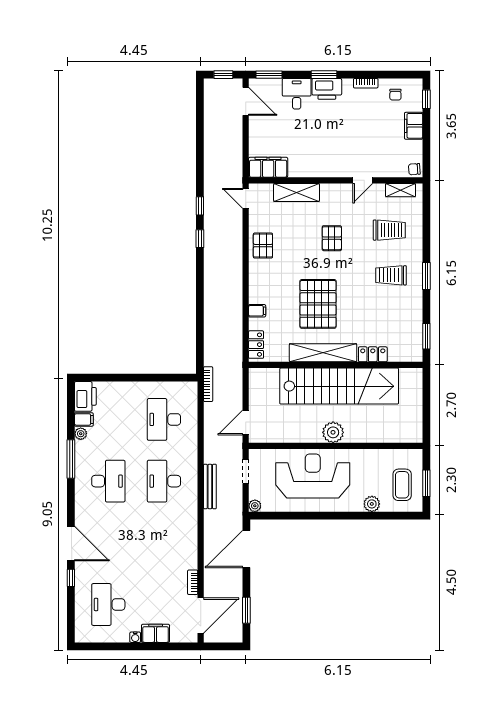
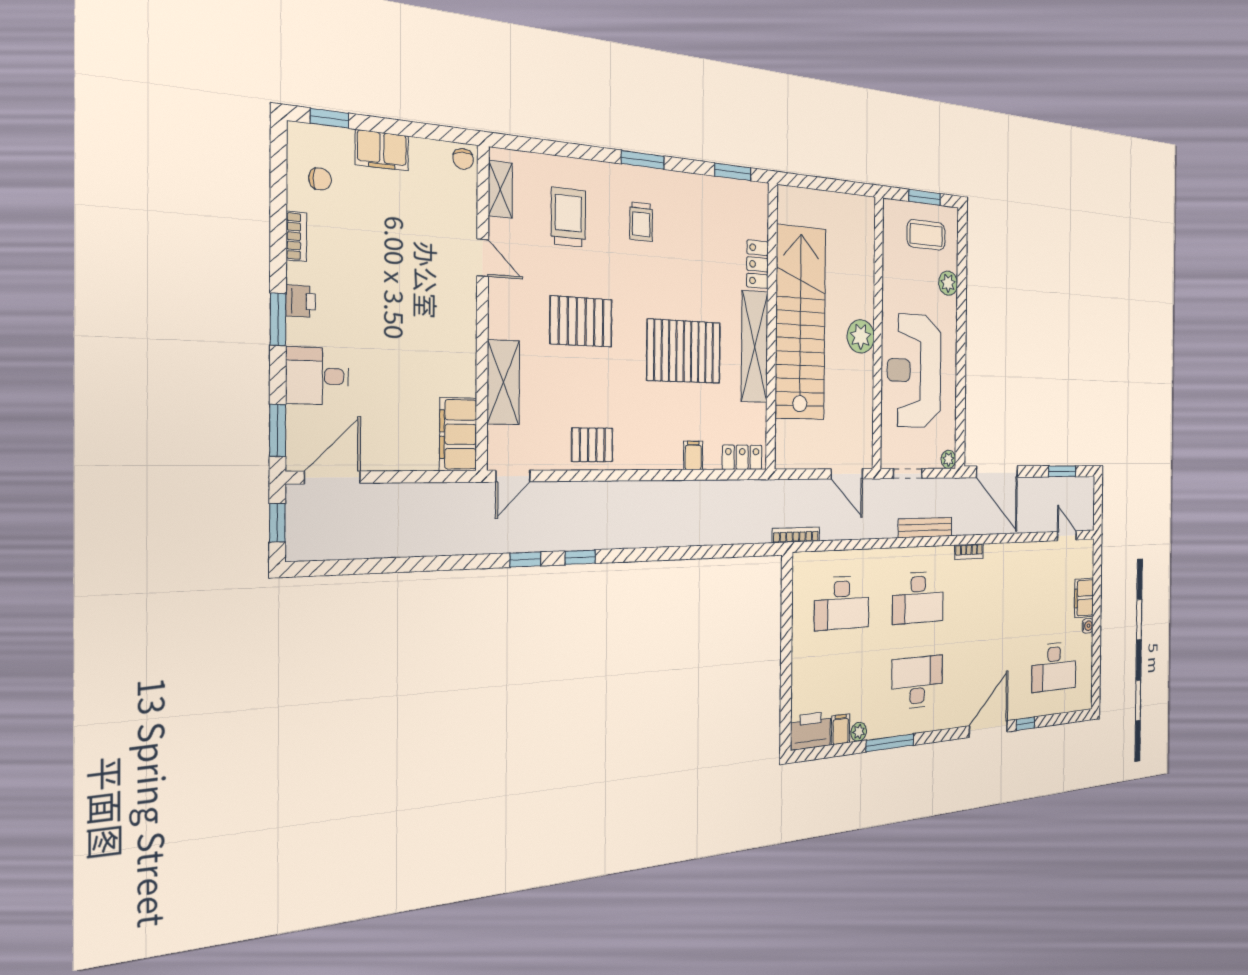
printer: (327, 89) -> (301, 301), width x0.53, depth x0.68
pallet: (332, 238) -> (581, 322), width x1.50, depth x1.42
trolley: (391, 275) -> (641, 222), width x0.73, depth x0.72
bookcase: (193, 582) -> (969, 552), moved
door: (201, 616) -> (1067, 536), width x0.53

